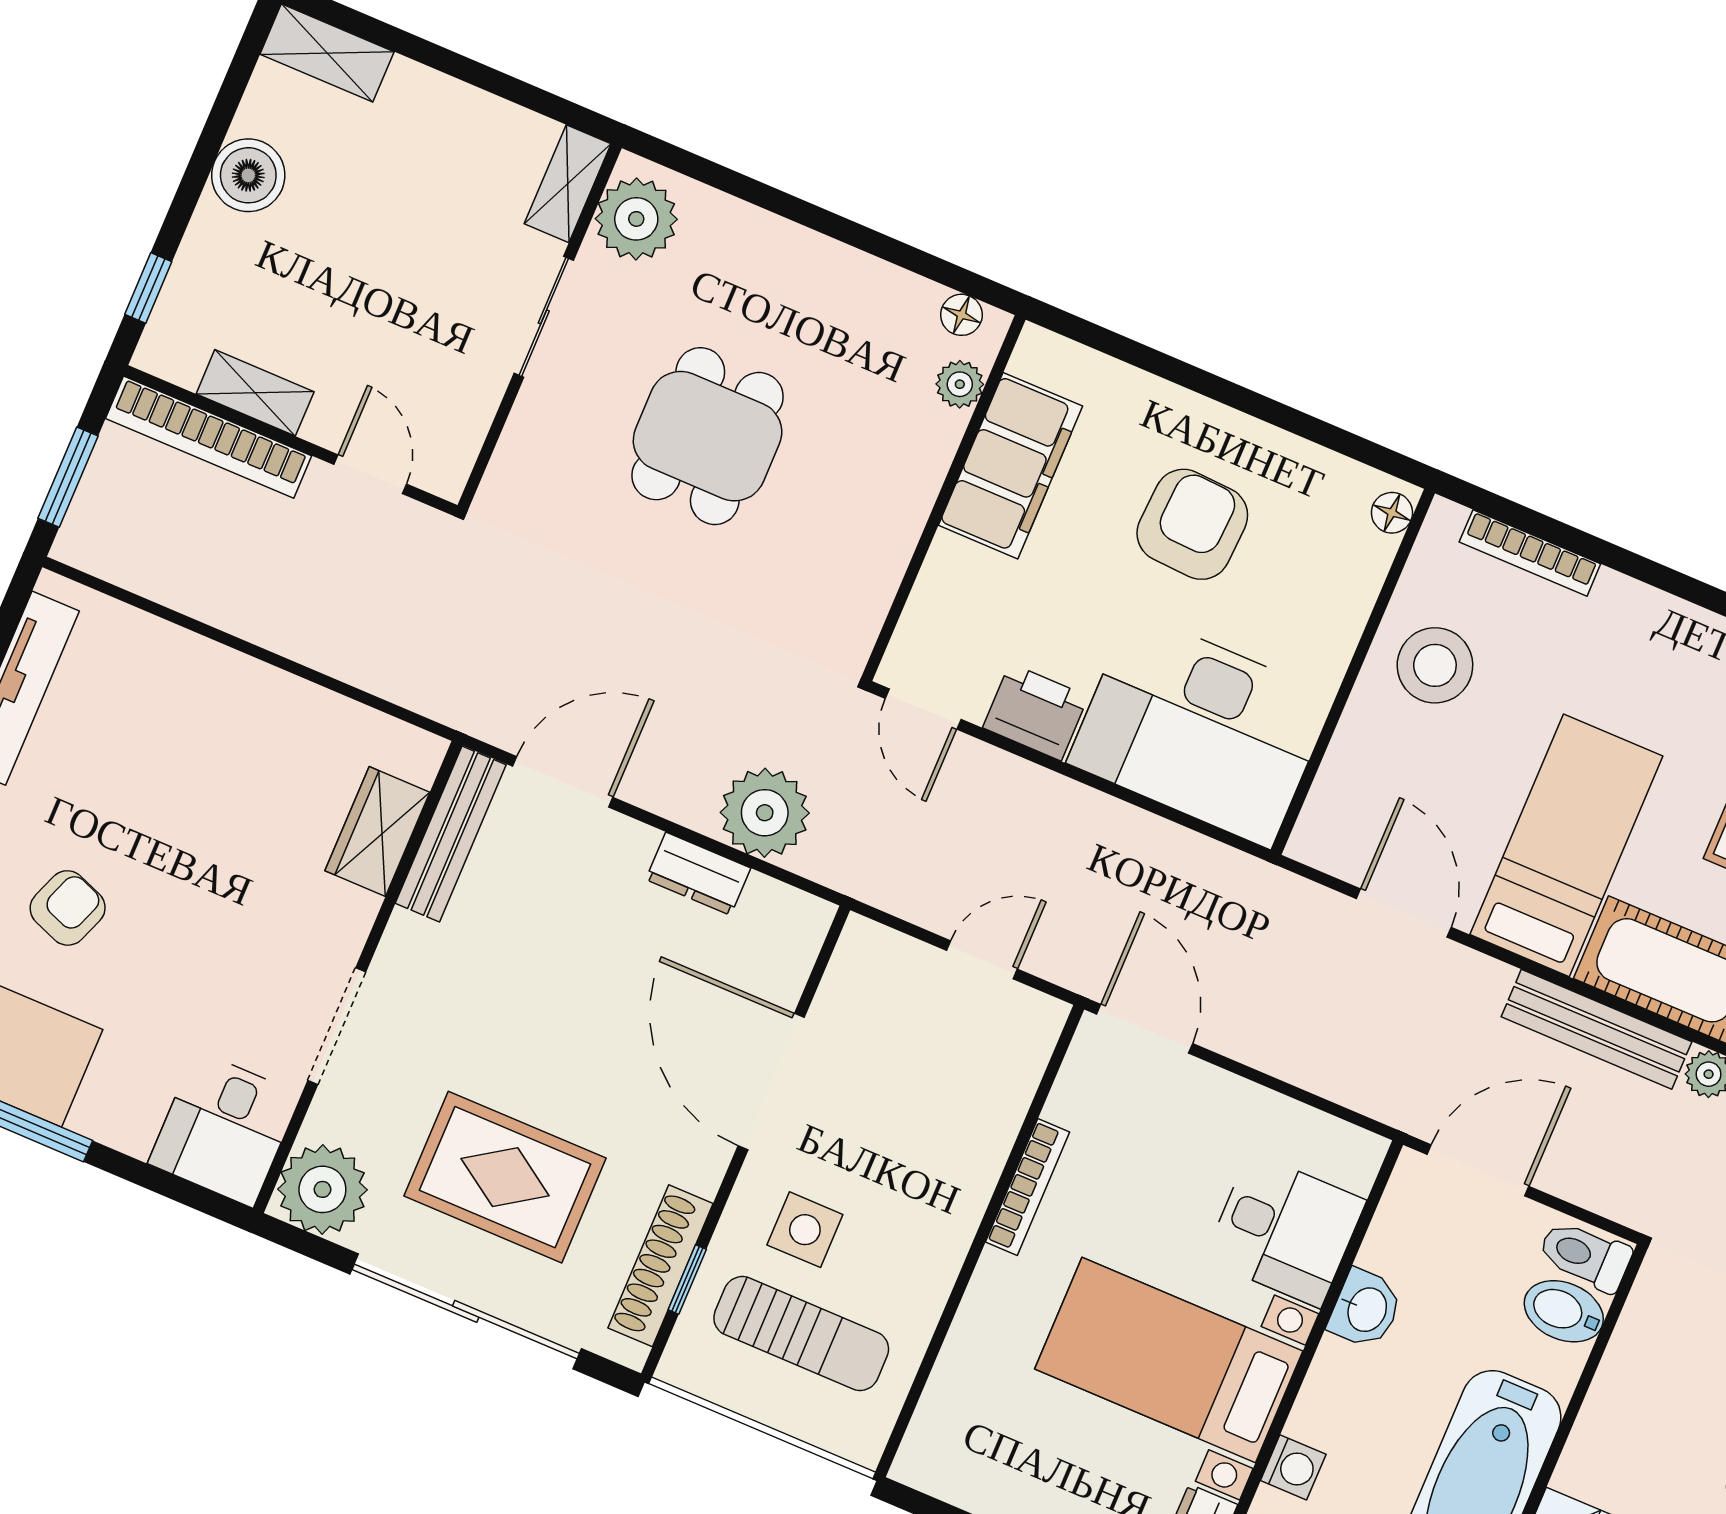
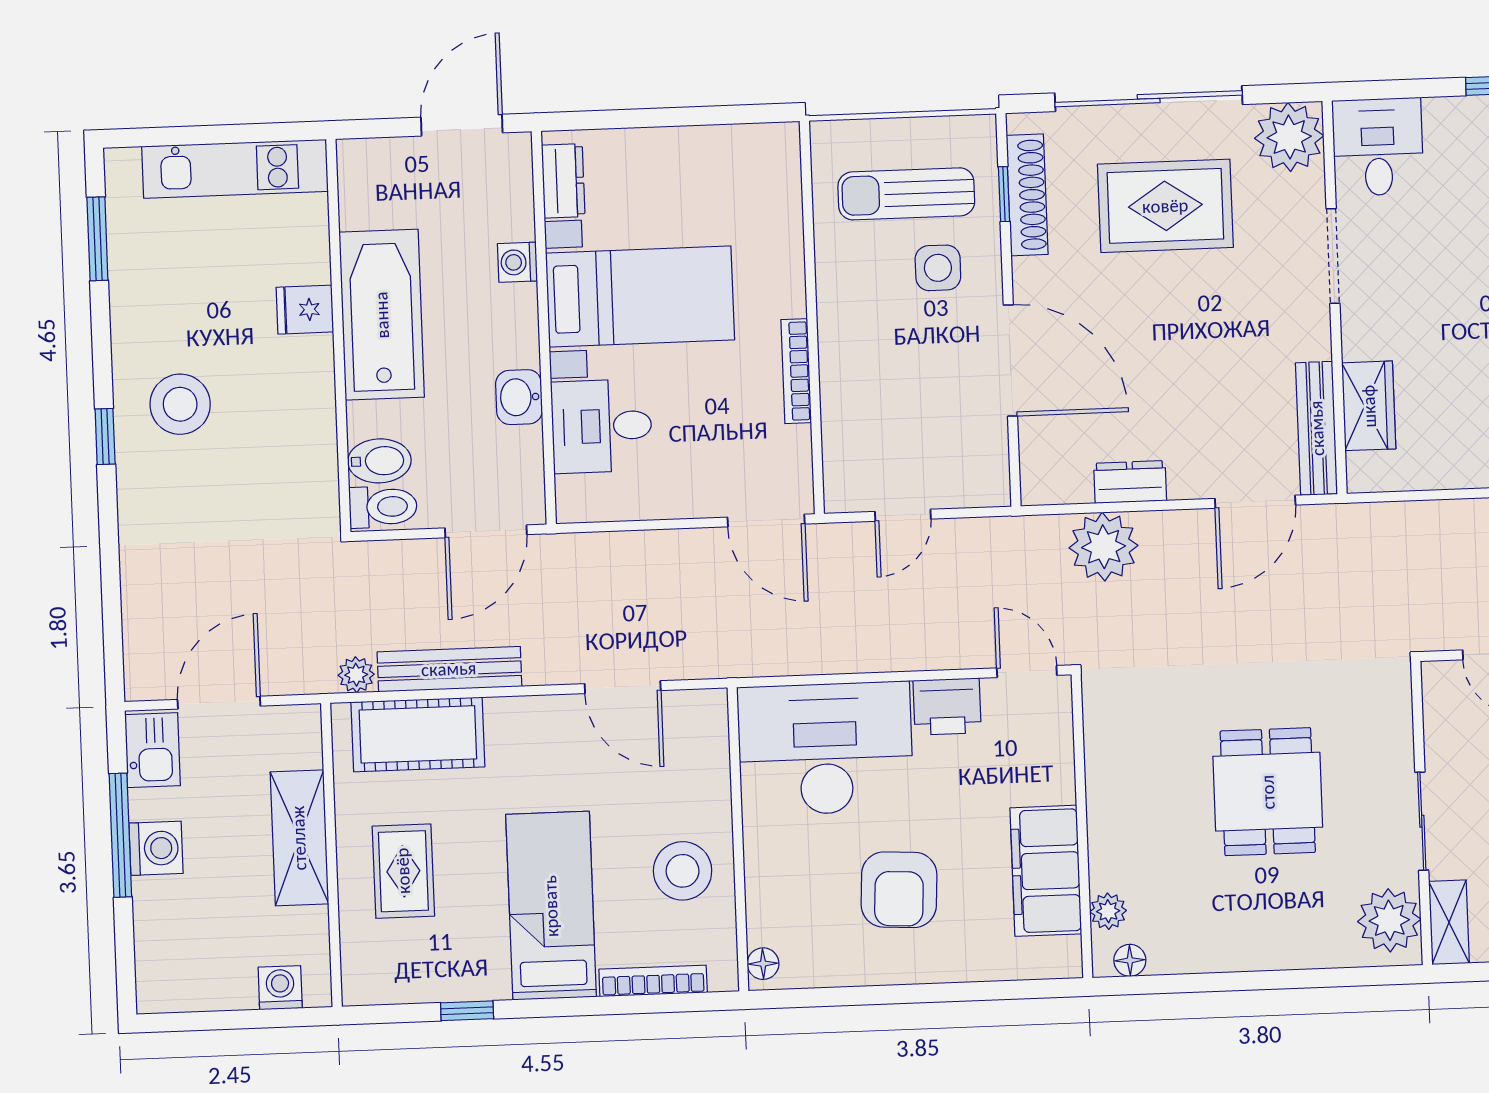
bed: (1566, 845) -> (551, 906), moved, turned 180

